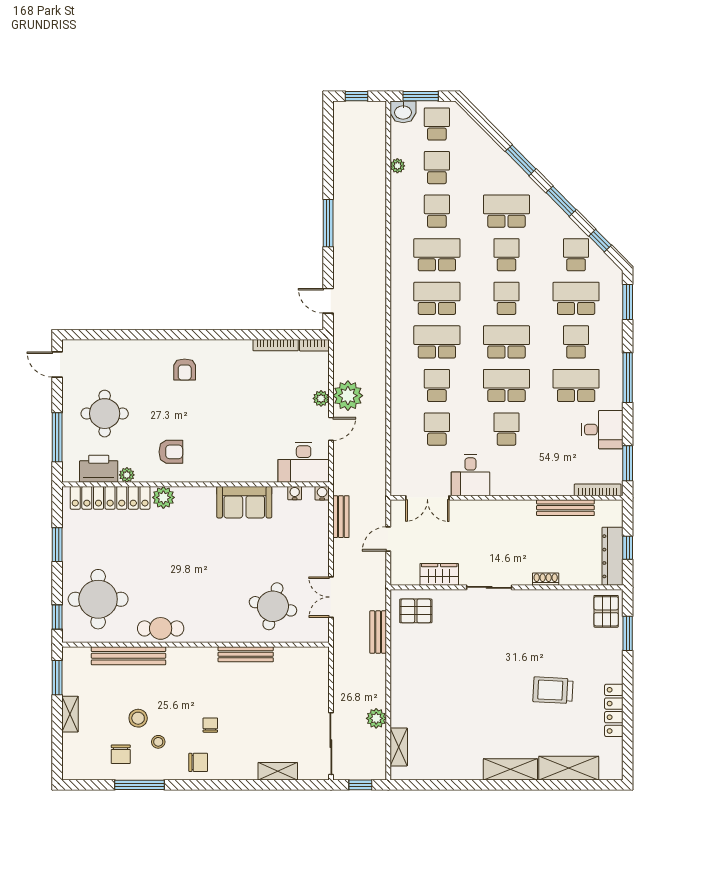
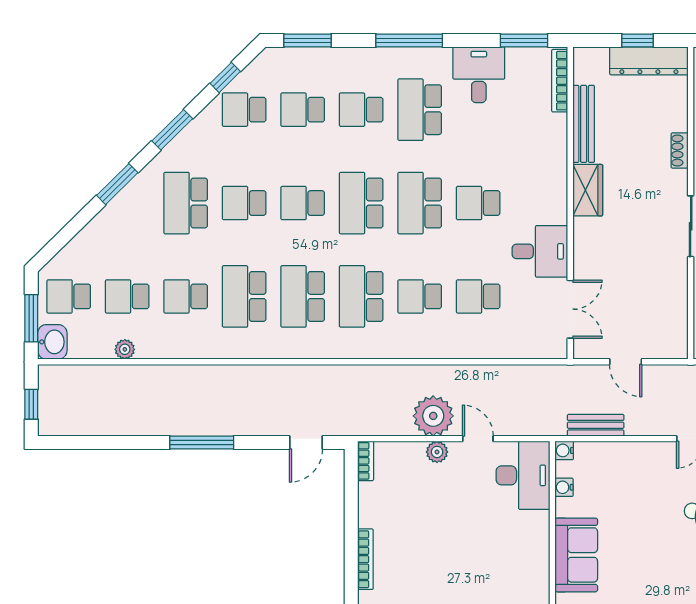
school desk: (576, 298) -> (303, 110), width x0.54
bookcase: (276, 345) -> (365, 559), moved
wardrobe: (439, 574) -> (588, 190), moved, turned 180

